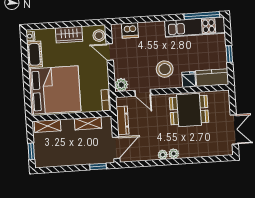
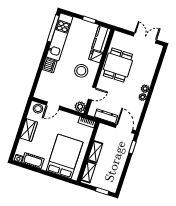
dishwasher: (130, 30) -> (49, 65), moved
bed: (55, 90) -> (65, 156), width x0.73
shelving: (88, 123) -> (95, 152), moved

